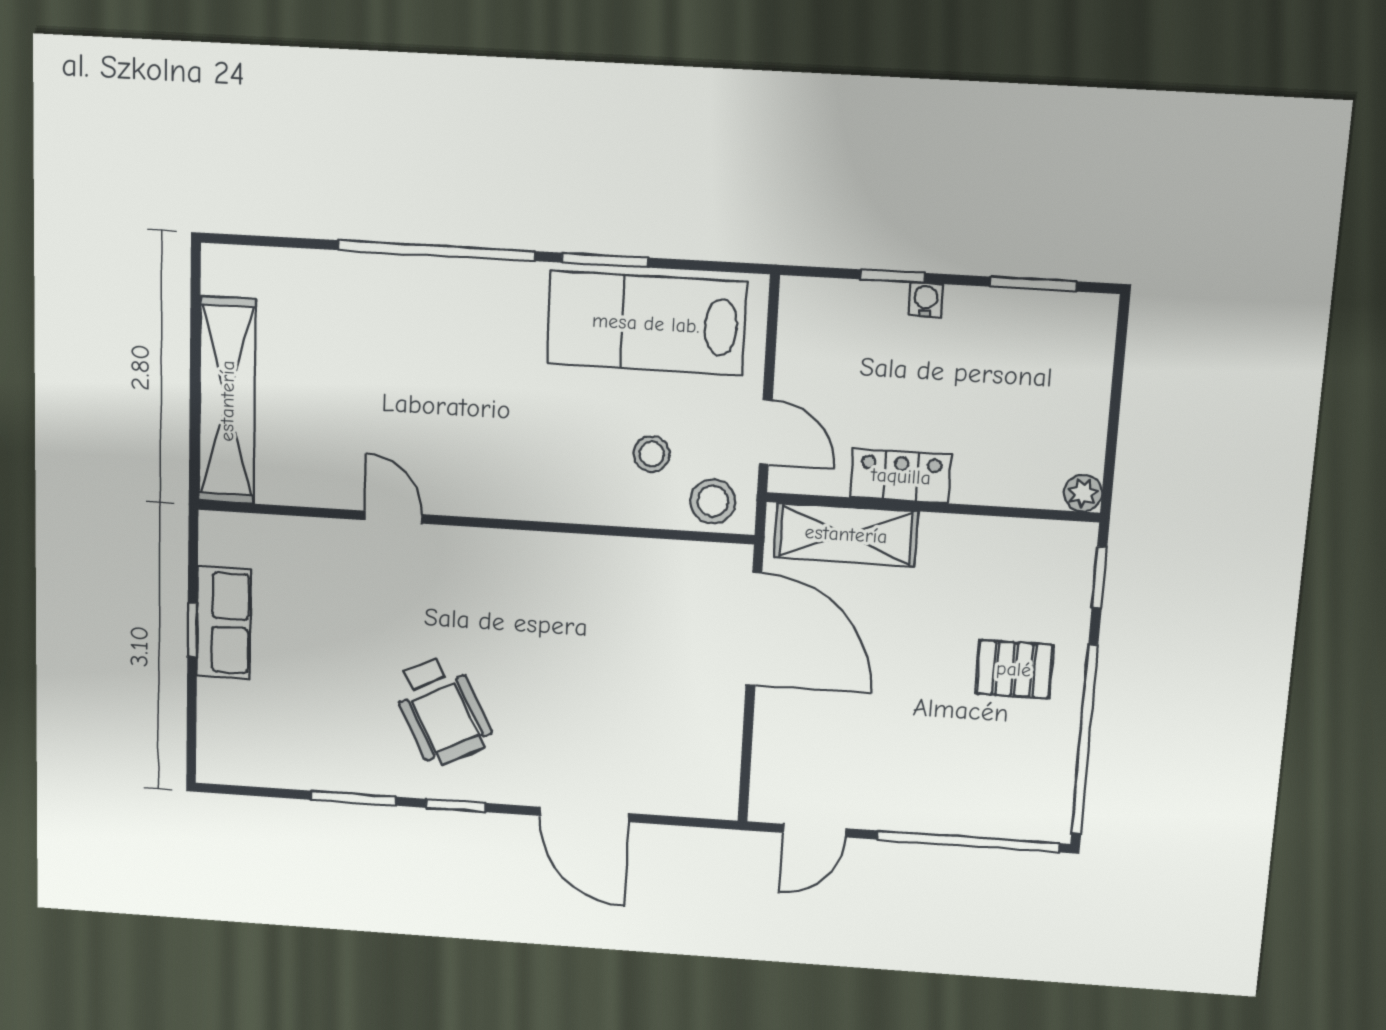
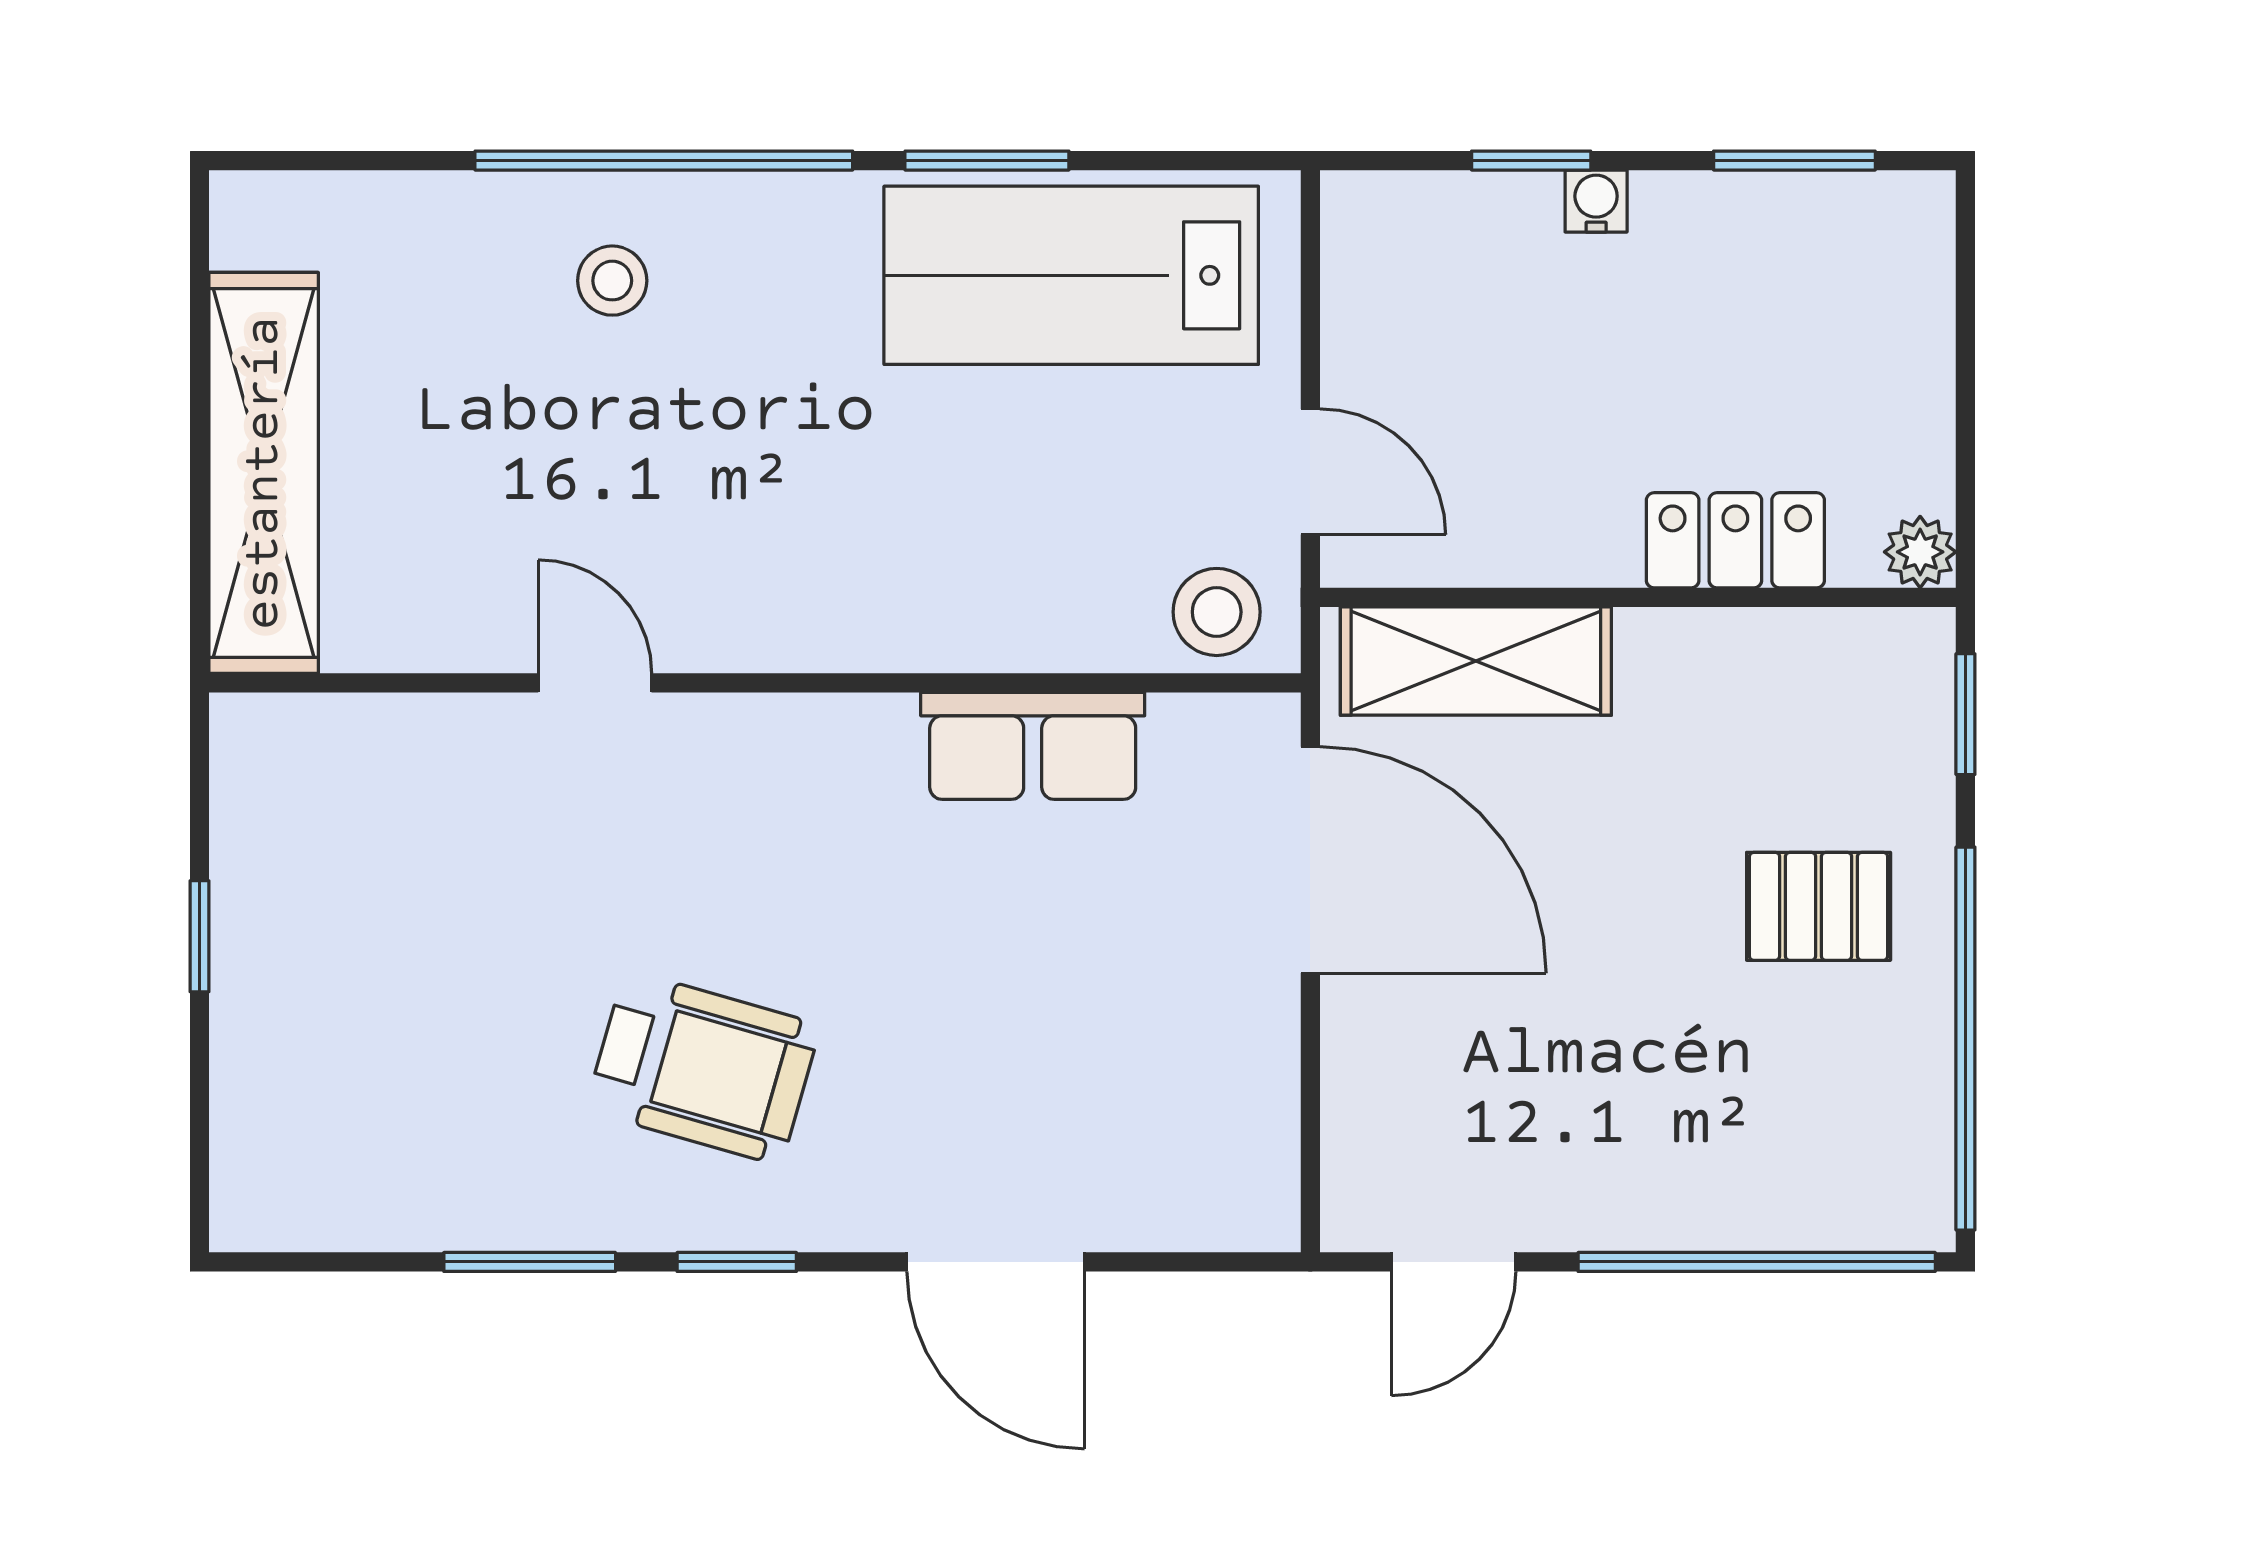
stool: (652, 454) -> (612, 281), moved
locker: (901, 476) -> (1735, 540), moved
row of seats: (224, 623) -> (1033, 746), moved, turned 90
wheelchair: (442, 711) -> (703, 1067), turned -47

